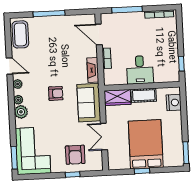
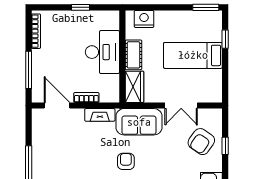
door: (99, 34) -> (57, 106), swing flipped
window: (181, 64) -> (81, 7), moved
desk: (140, 70) -> (102, 52), width x1.37
bed: (146, 144) -> (193, 55), width x0.67
armchair: (75, 155) -> (201, 142), turned 125
window: (142, 171) -> (225, 39), moved

